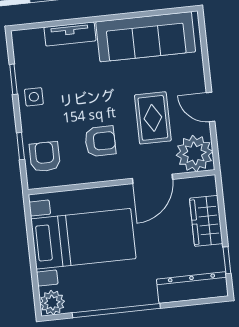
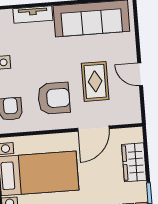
armchair: (100, 141) -> (54, 98), width x1.38, depth x1.38
plant: (195, 153) -> (127, 110), removed

